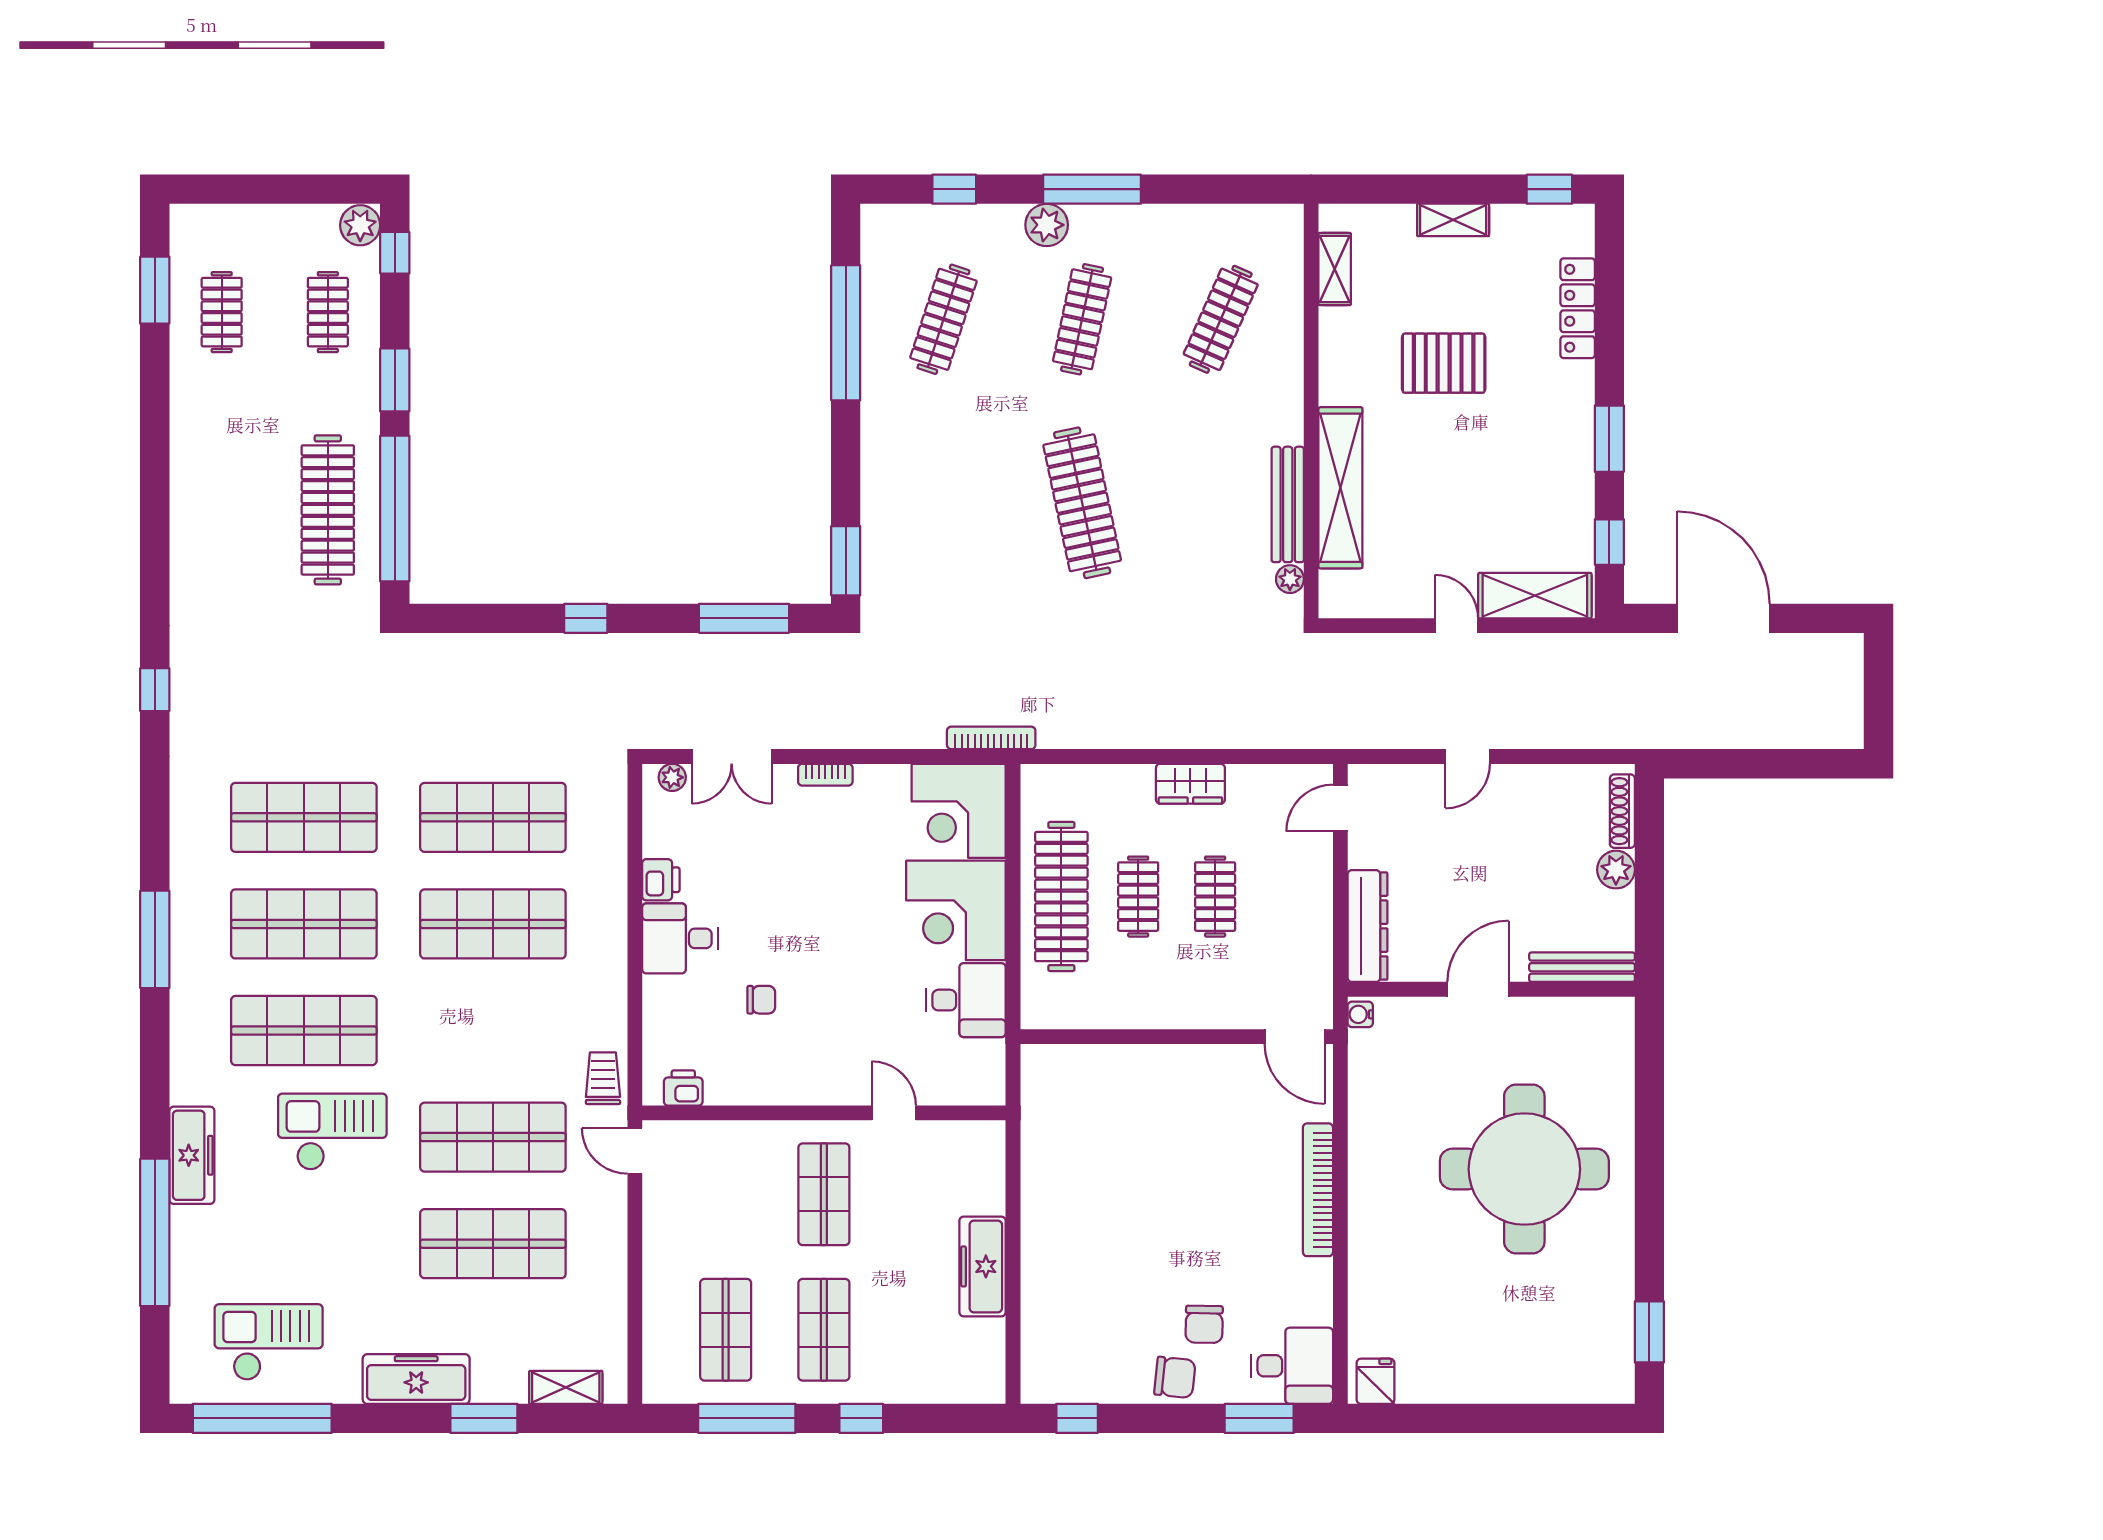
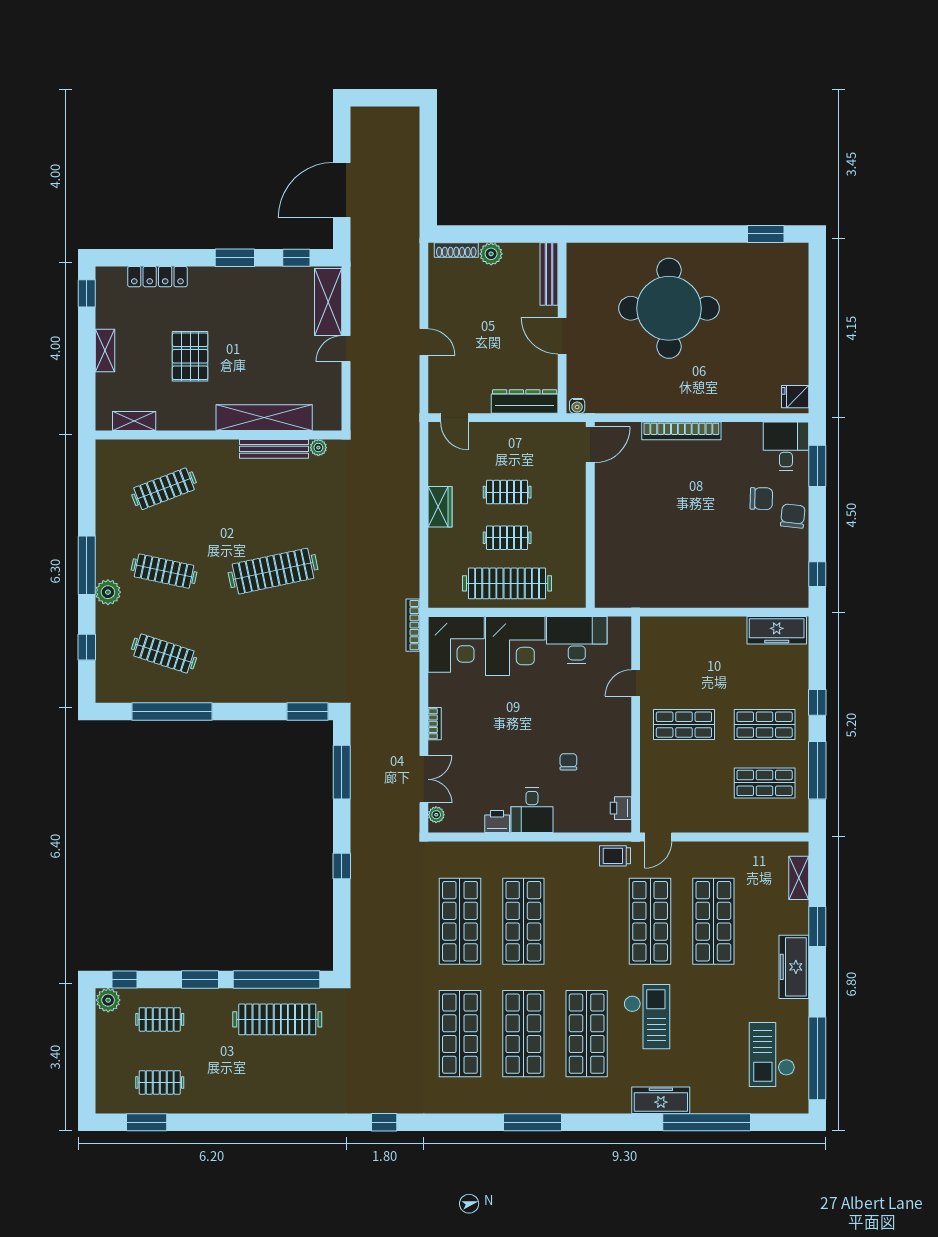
clothes rail: (1221, 319) -> (164, 489), turned -45
desk: (966, 1000) -> (577, 640), width x1.37
checkout: (332, 1132) -> (647, 1017), turned 180
freezer: (983, 1266) -> (777, 630), moved

